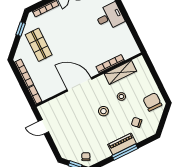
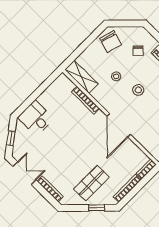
window: (21, 29) -> (97, 208), moved
shelving: (120, 72) -> (81, 77), moved
chair: (152, 102) -> (111, 41), turned -73

